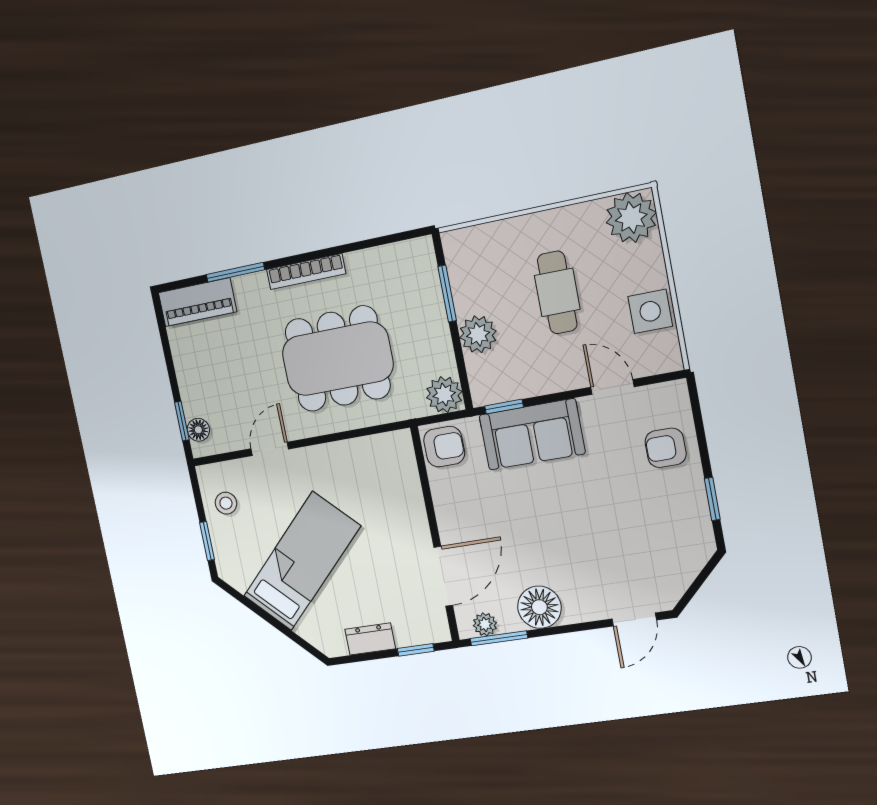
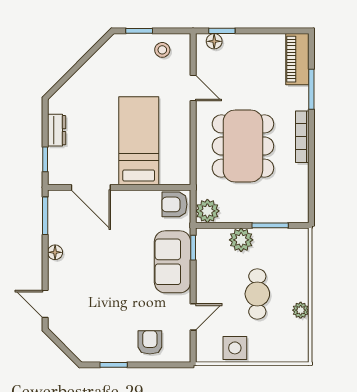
plant: (631, 218) -> (301, 310), moved, width x0.53, depth x0.53
cafe table: (557, 292) -> (257, 294), turned 90
armchair: (444, 447) -> (174, 204), turned 90
bed: (302, 561) -> (139, 141), moved, turned -135
floor lamp: (539, 607) -> (55, 252), width x0.53, depth x0.53
plant: (485, 624) -> (56, 208), removed

